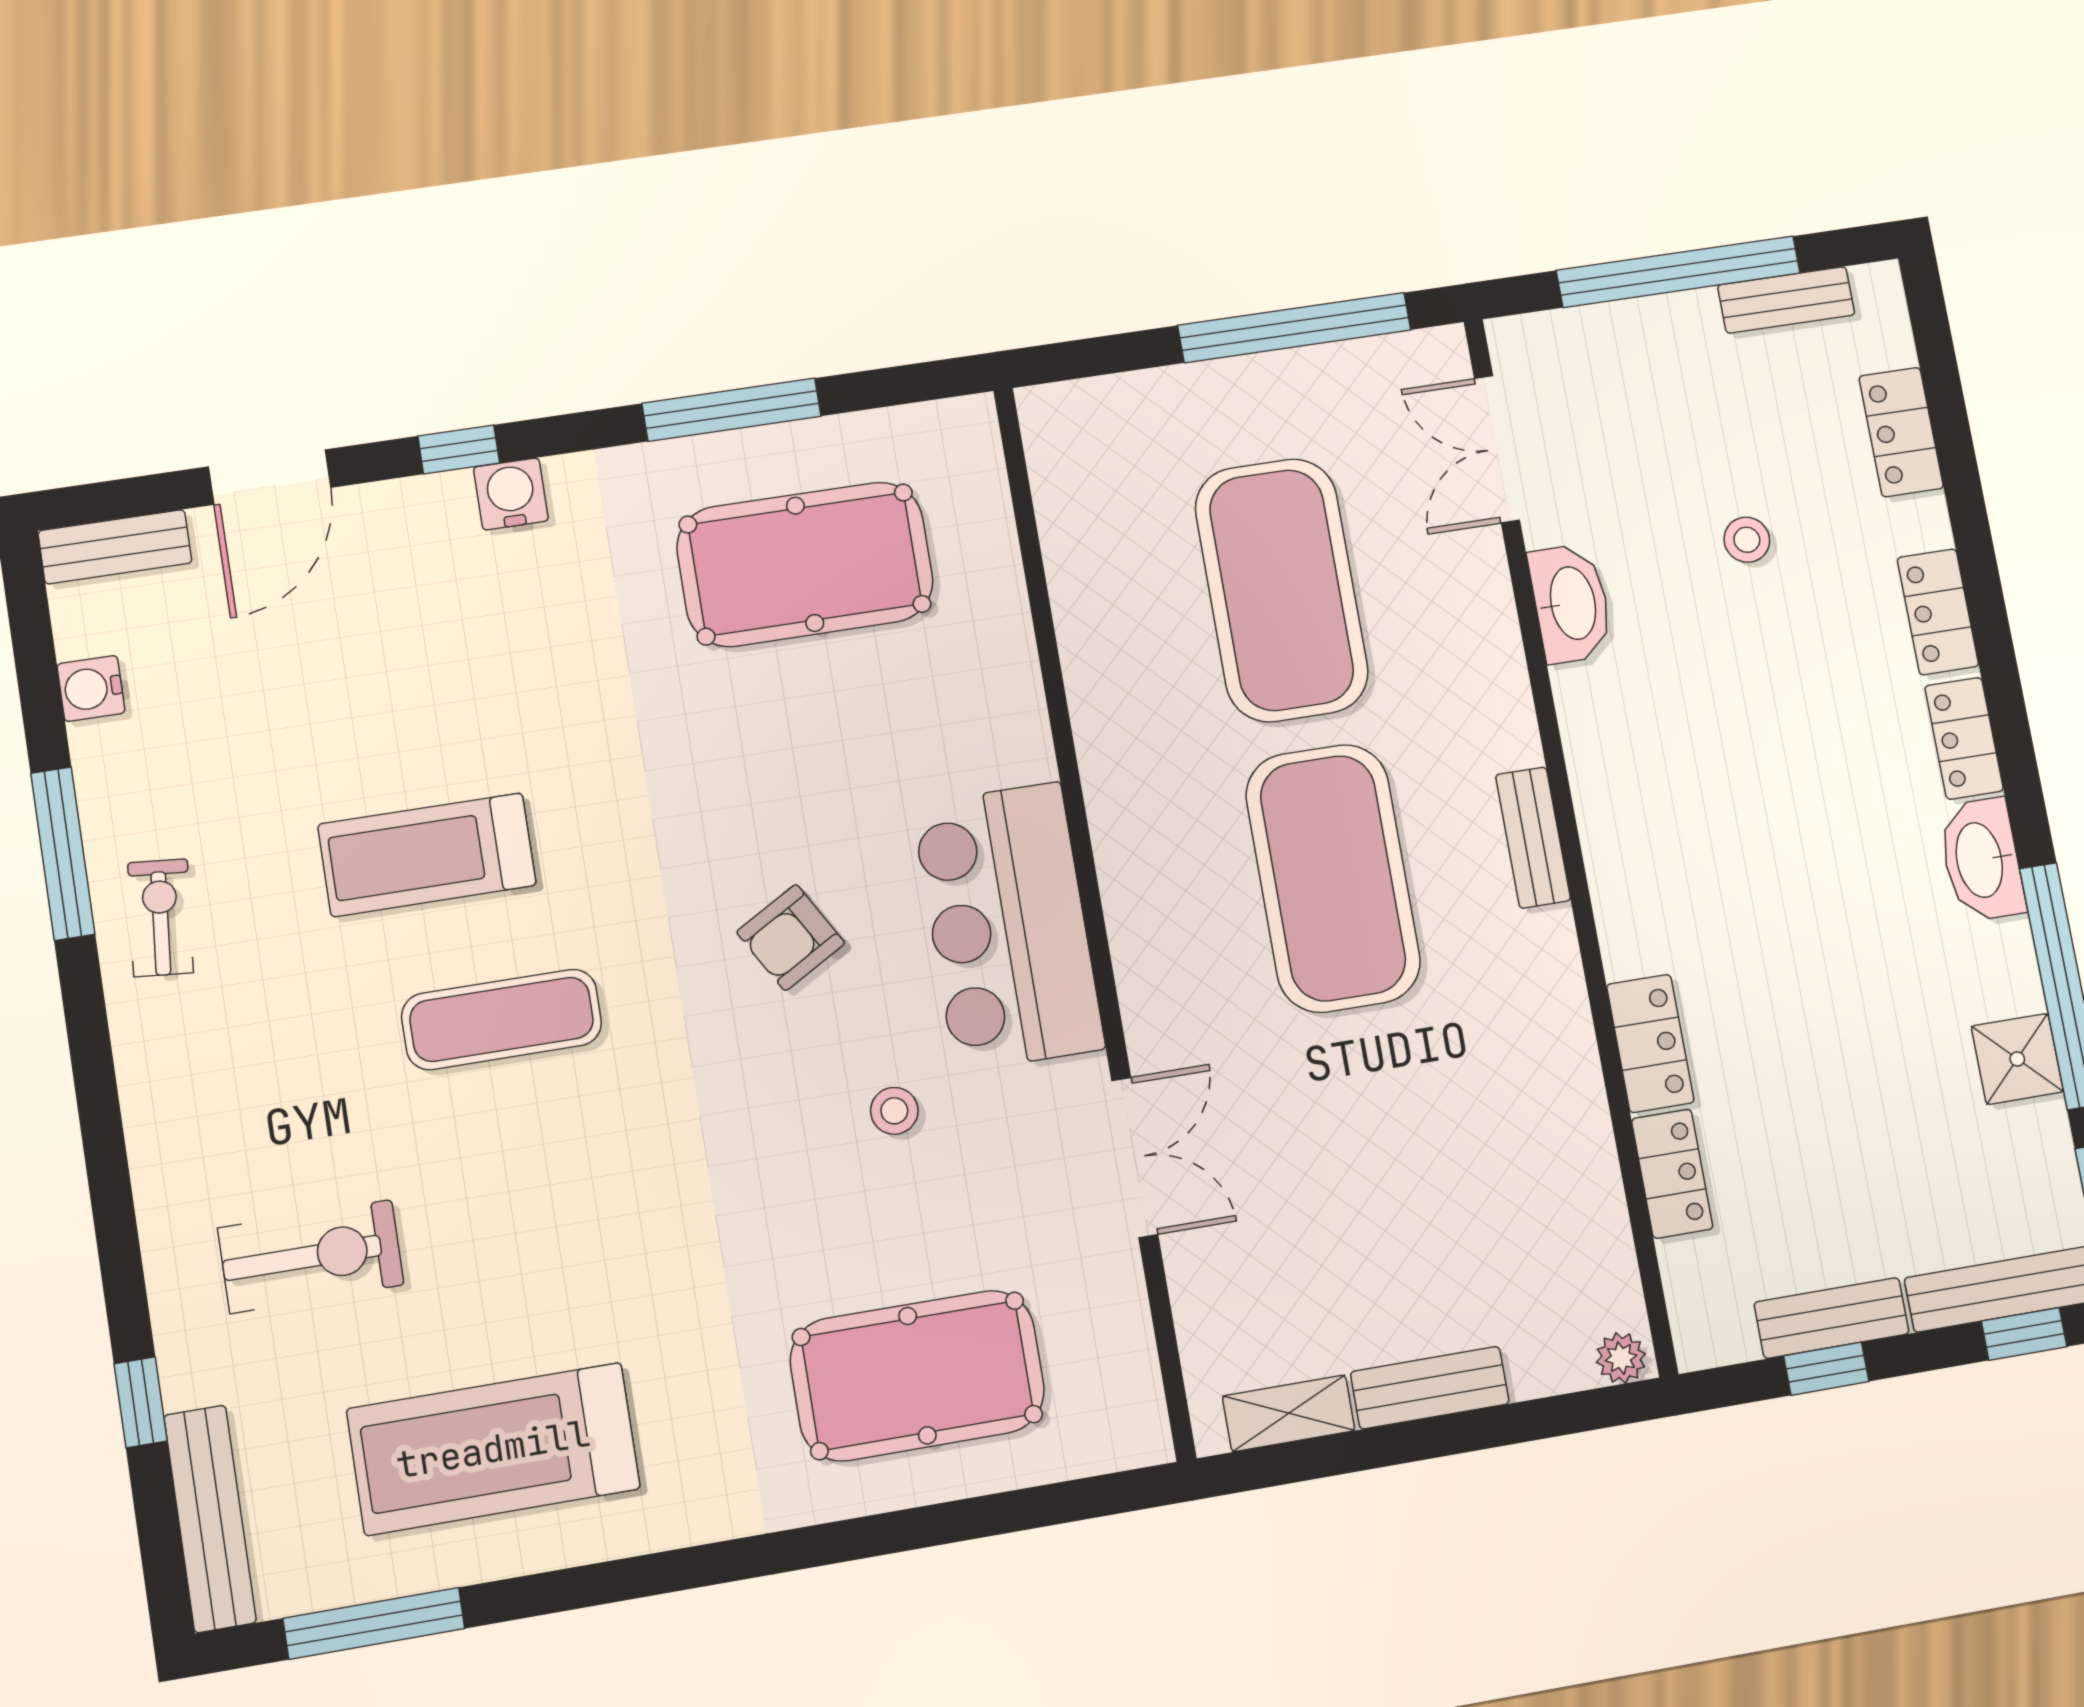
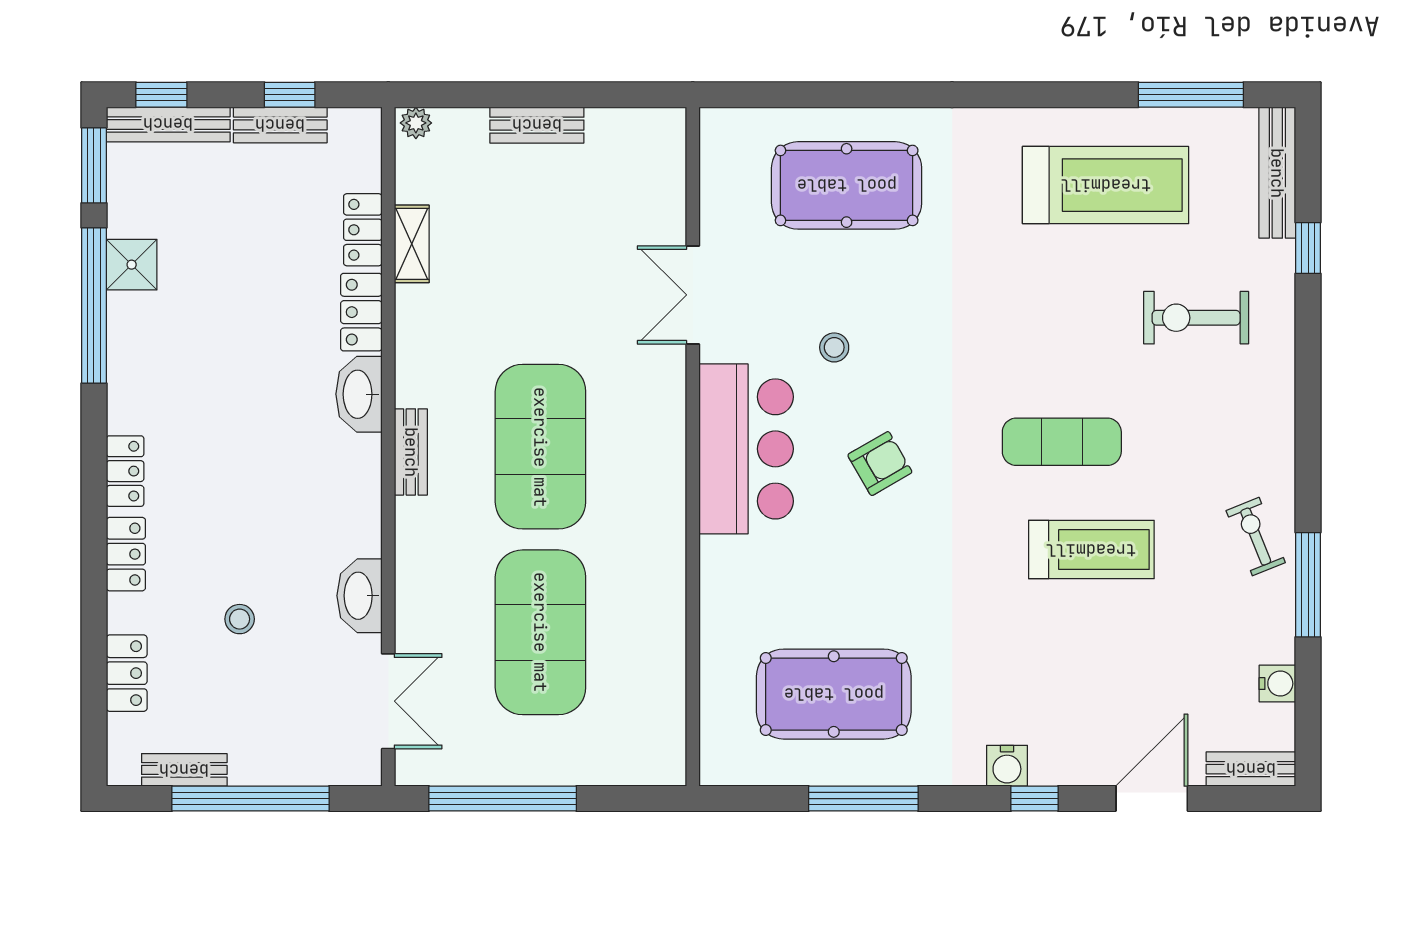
washbasin: (1981, 860) -> (359, 394), moved, turned 180
exercise bike: (160, 918) -> (1256, 537), turned 153
shelving: (1289, 1413) -> (412, 244), moved, turned 90

